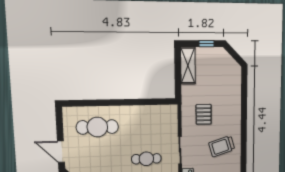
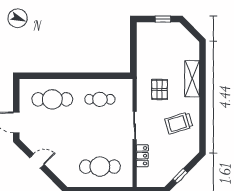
shelving: (188, 65) -> (192, 79), moved
cafe table: (146, 159) -> (100, 99), moved

